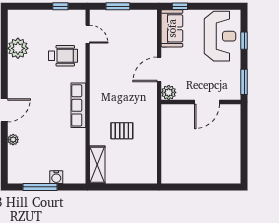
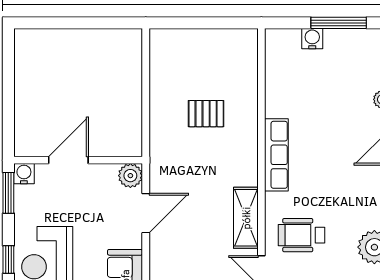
water cooler: (234, 94) -> (24, 174), added
shelving: (97, 165) -> (246, 218), moved

